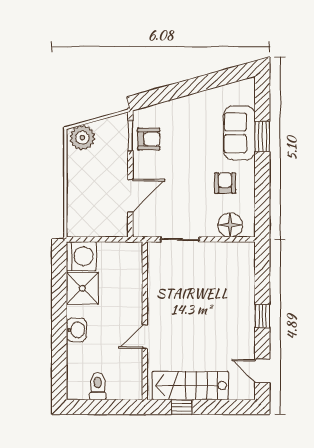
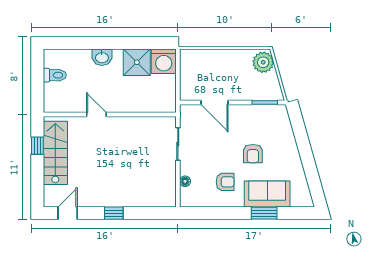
armchair: (149, 139) -> (253, 154), moved
floor lamp: (230, 225) -> (185, 181), width x0.53, depth x0.53

